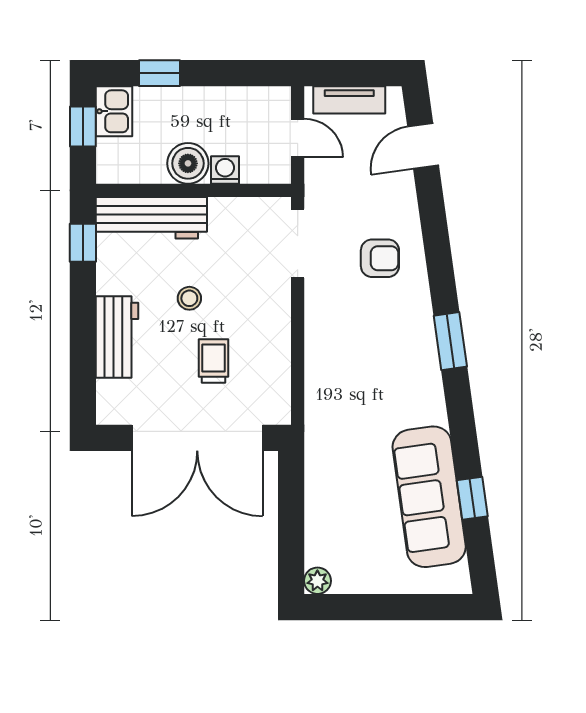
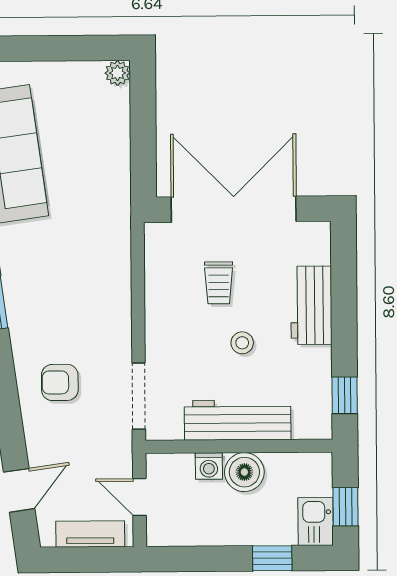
workbench: (151, 218) -> (238, 420), moved

